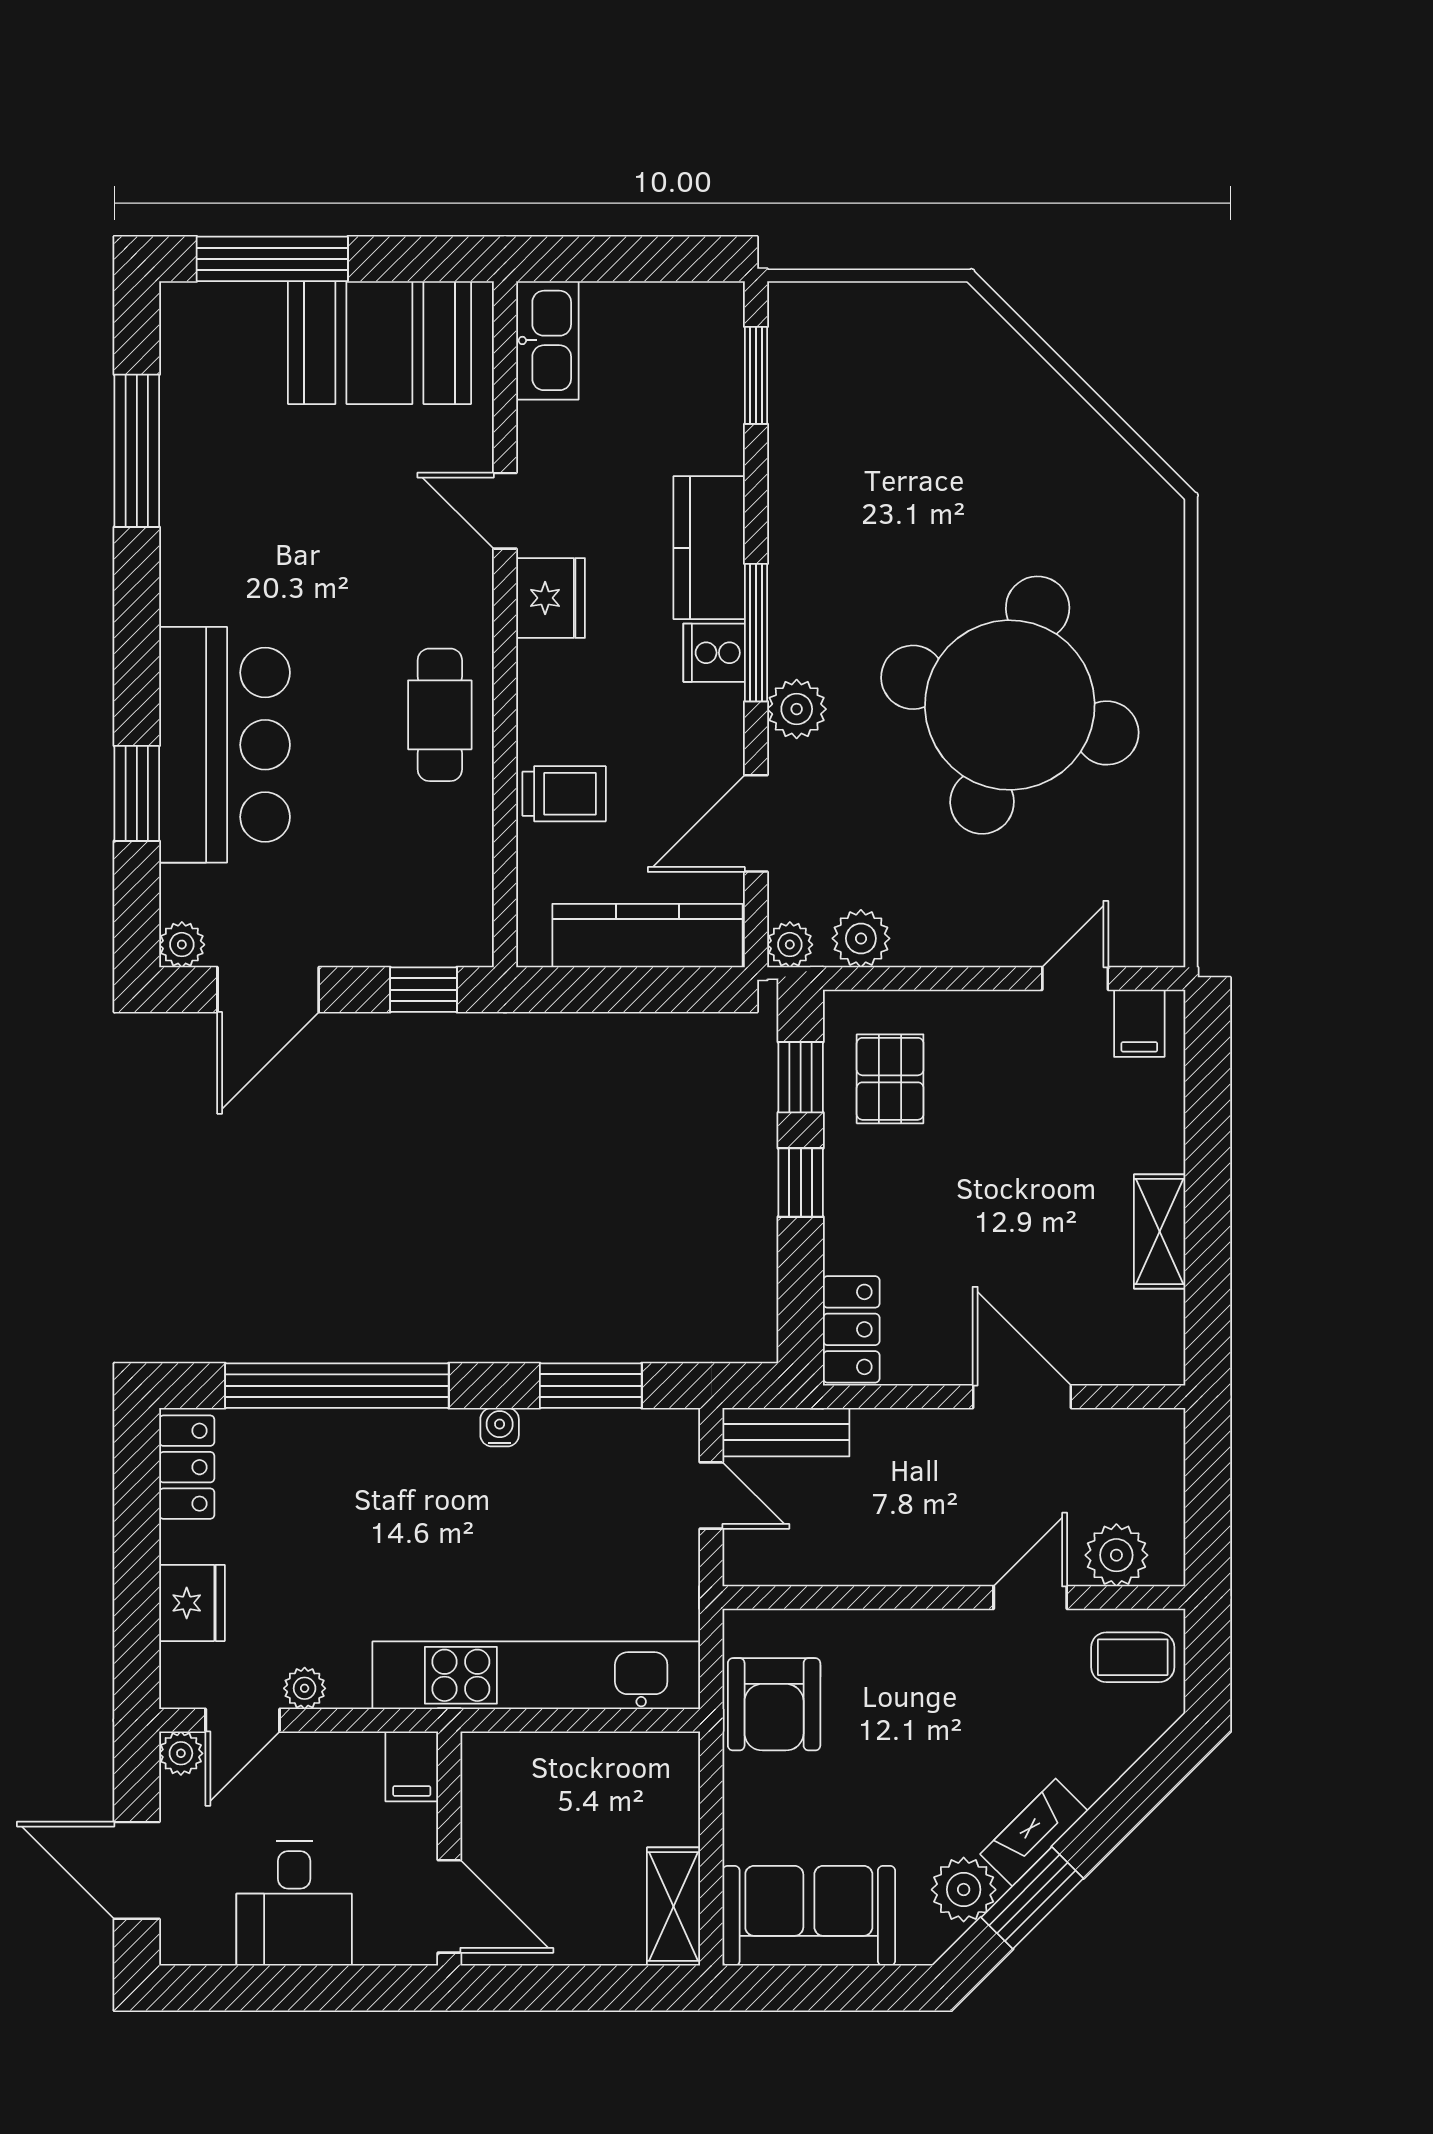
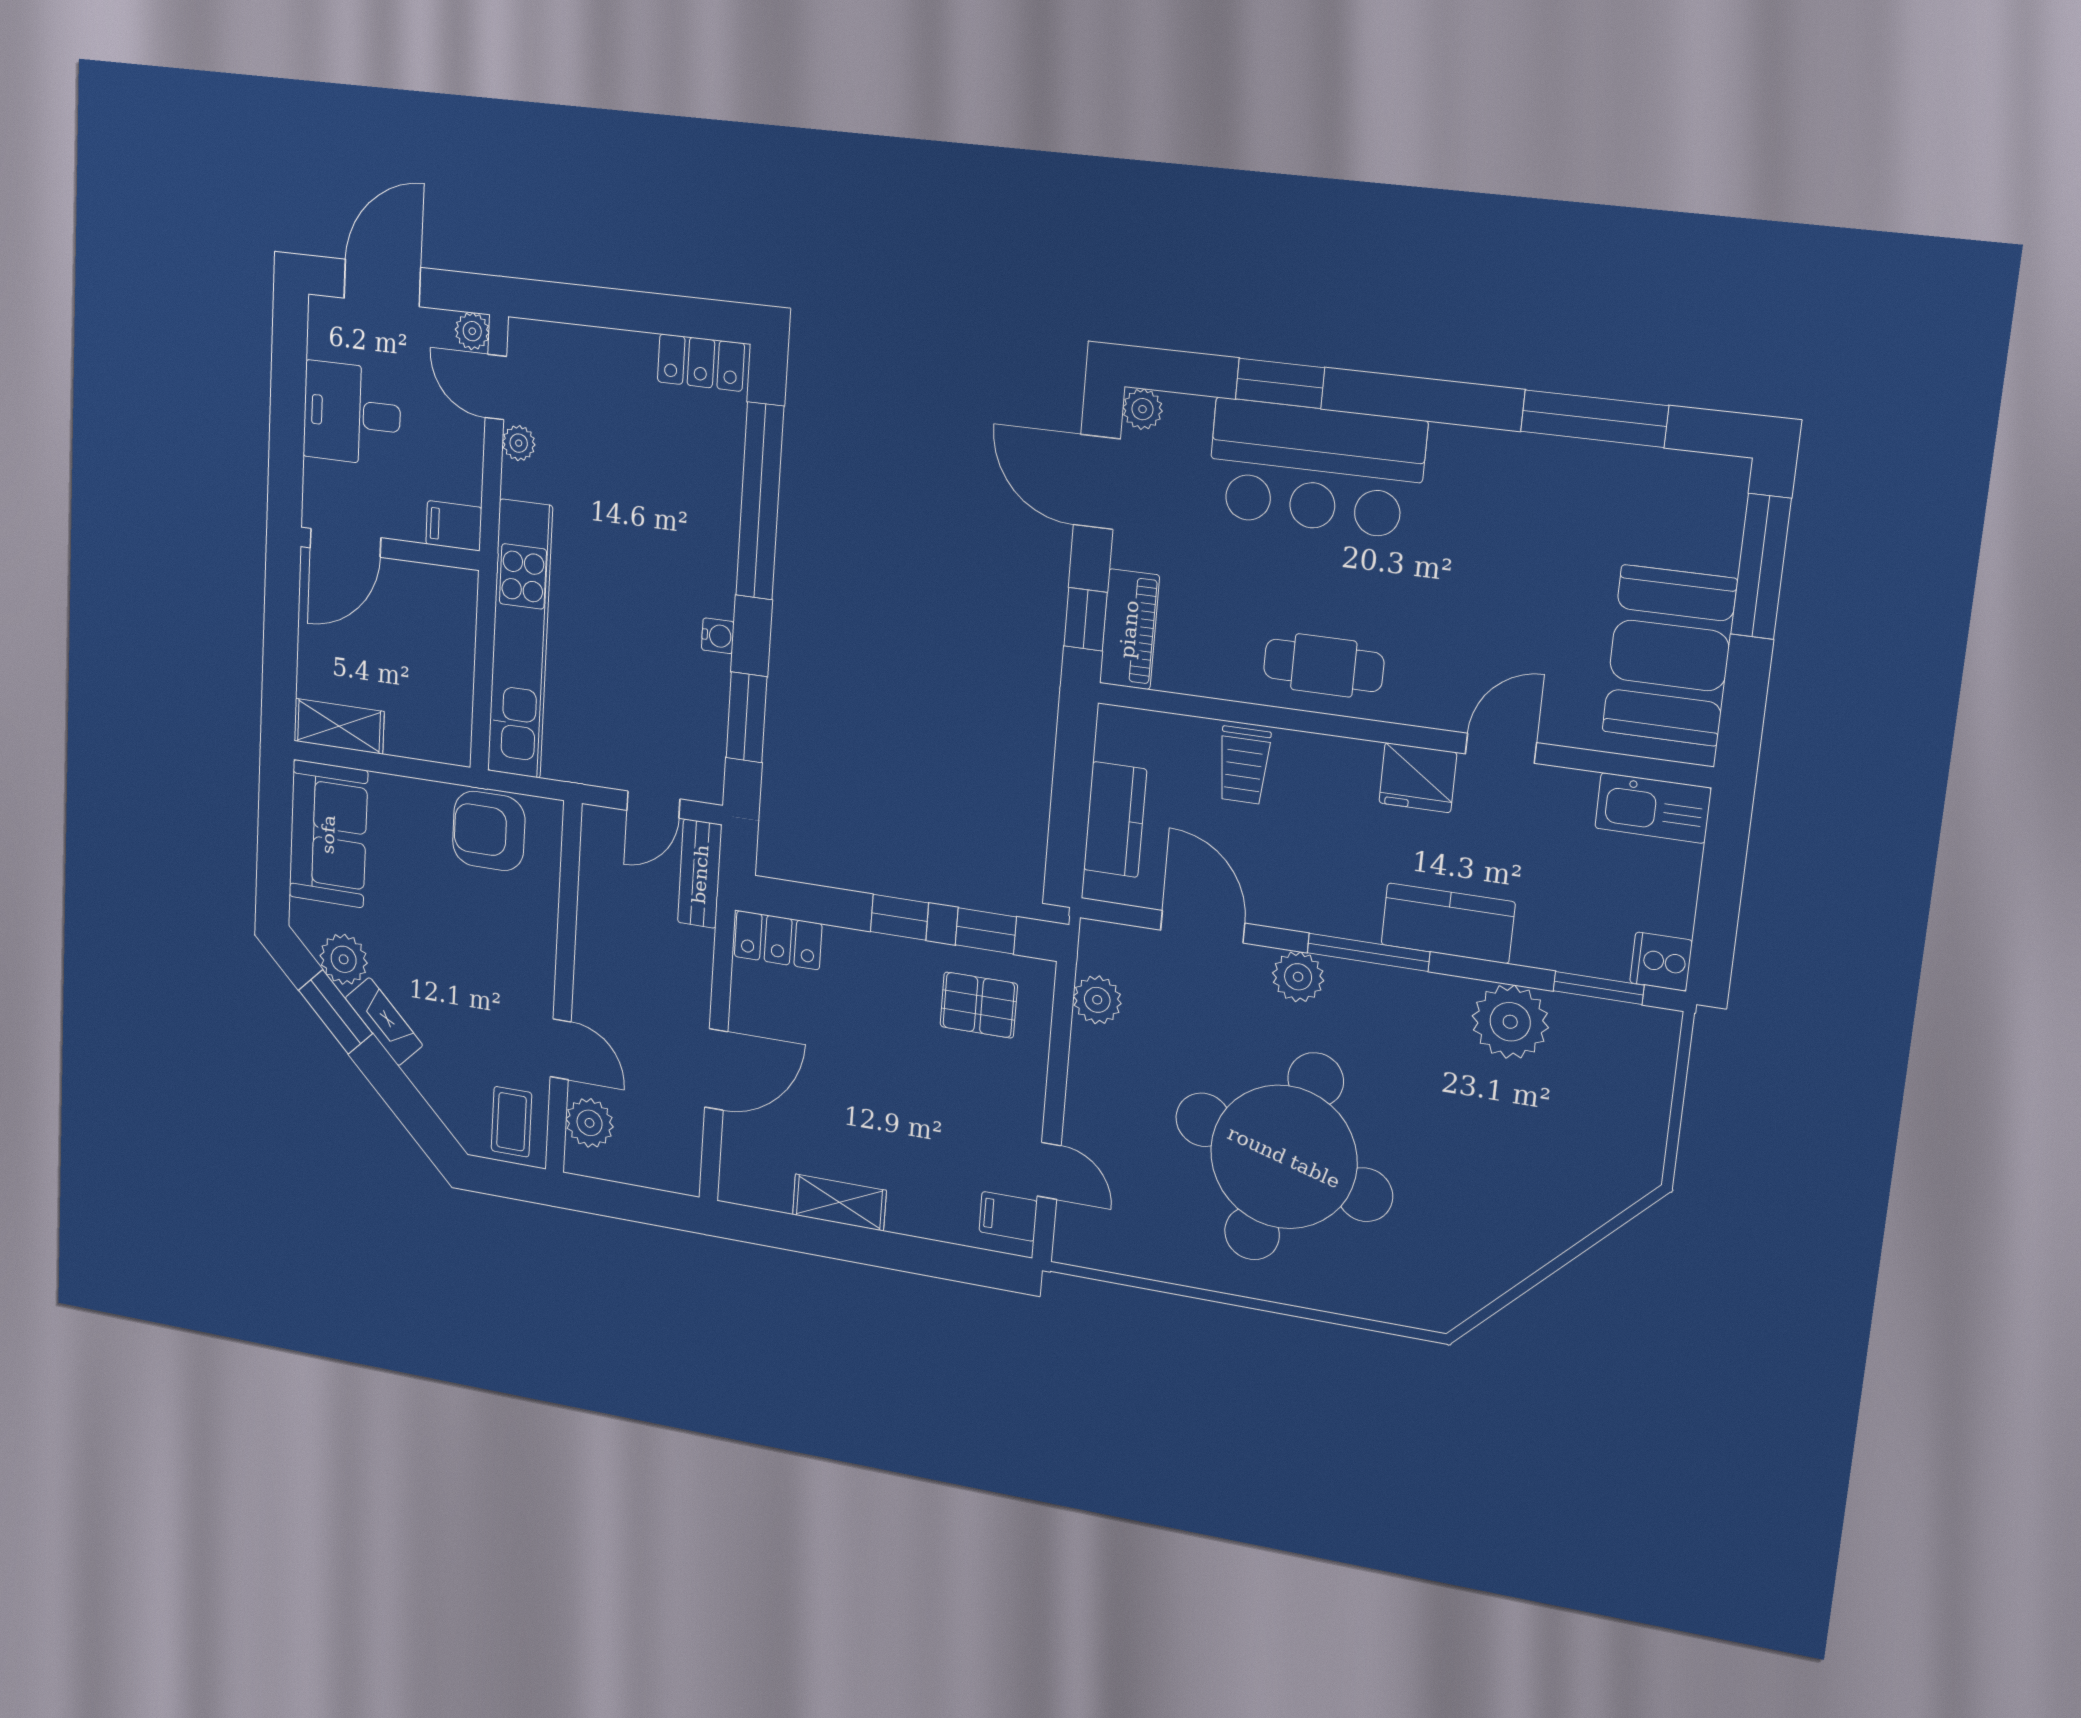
cooker: (714, 653) -> (1661, 962), moved, turned -90
kitchen counter: (647, 936) -> (1115, 820), width x0.67
piano: (428, 938) -> (1129, 629), added
plant: (790, 945) -> (1510, 1022), moved, width x1.87, depth x1.87
fridge: (192, 1603) -> (591, 354), removed

